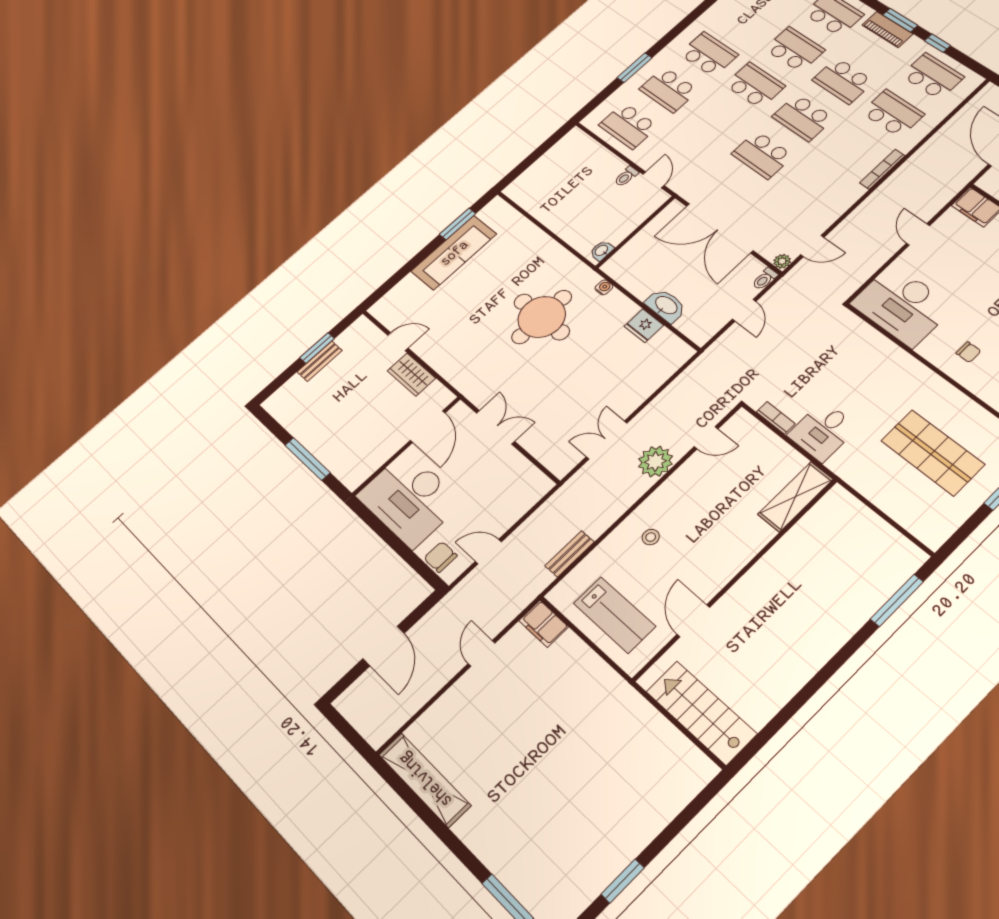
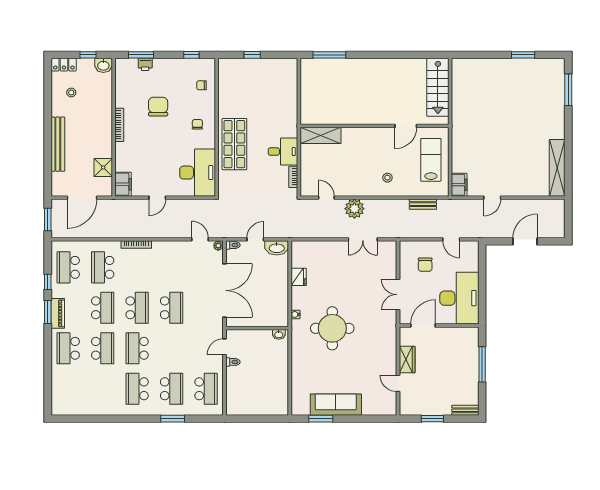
school desk: (795, 49) -> (103, 348), turned 180
washbasin: (666, 306) -> (277, 248), moved, turned -90
bench: (320, 361) -> (465, 410), moved
shop shelf: (933, 453) -> (234, 144), moved
chair: (440, 557) -> (425, 265), moved

